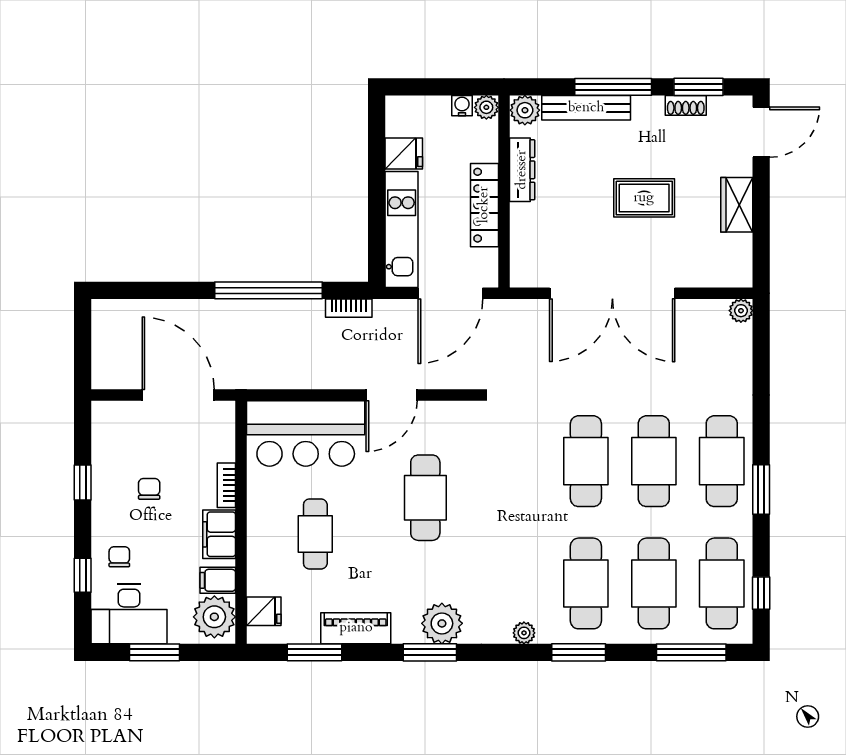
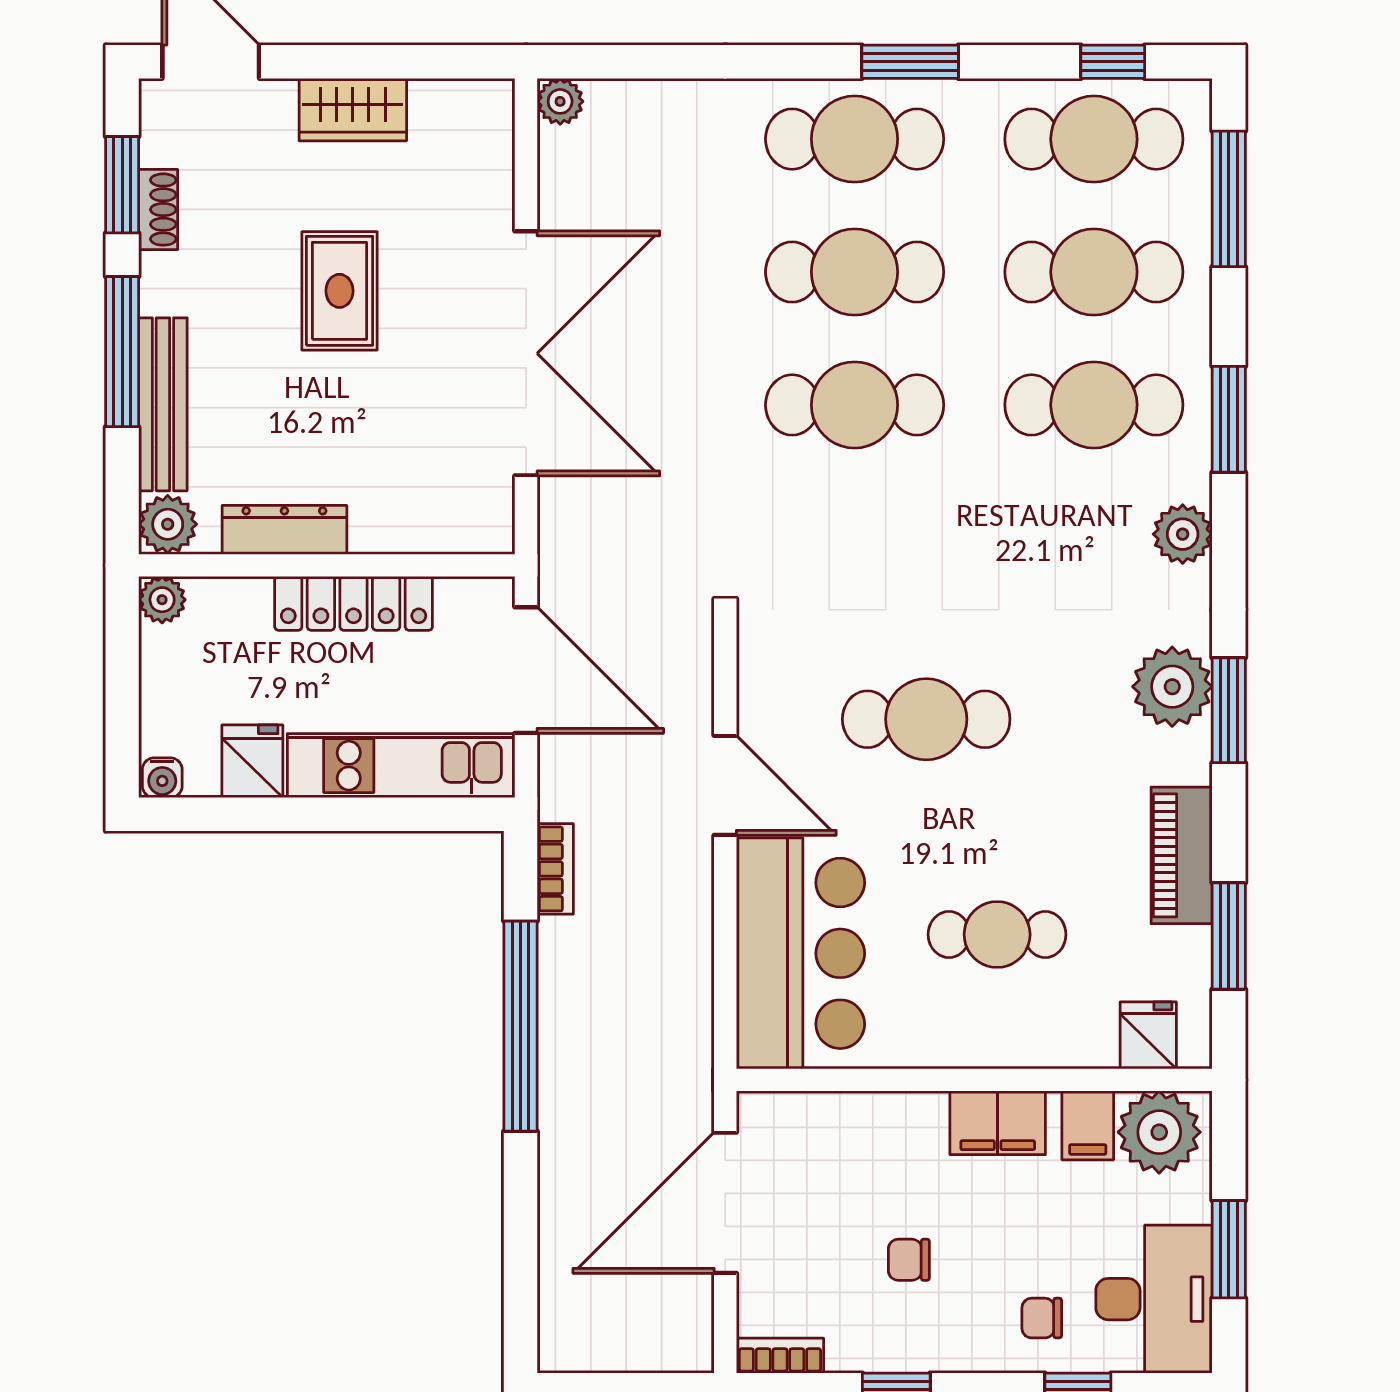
water cooler: (462, 106) -> (162, 778), moved, turned -90
bookcase: (226, 485) -> (780, 1356), moved, turned 180
plant: (524, 633) -> (1183, 534), width x1.38, depth x1.38

